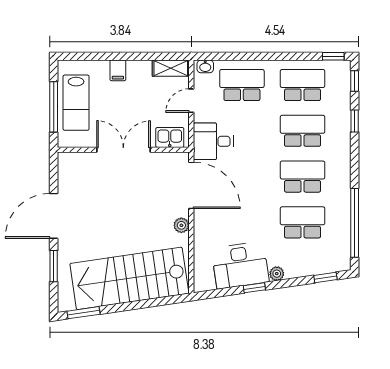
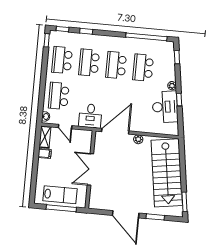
filing cabinet: (118, 70) -> (45, 153), moved
kitchen sink: (170, 137) -> (86, 141), removed

